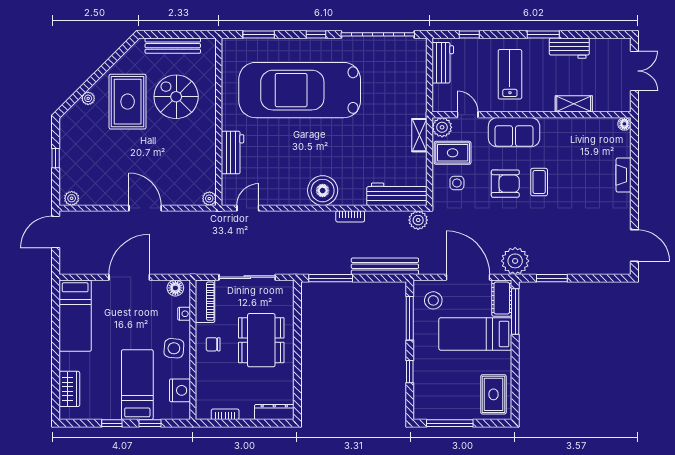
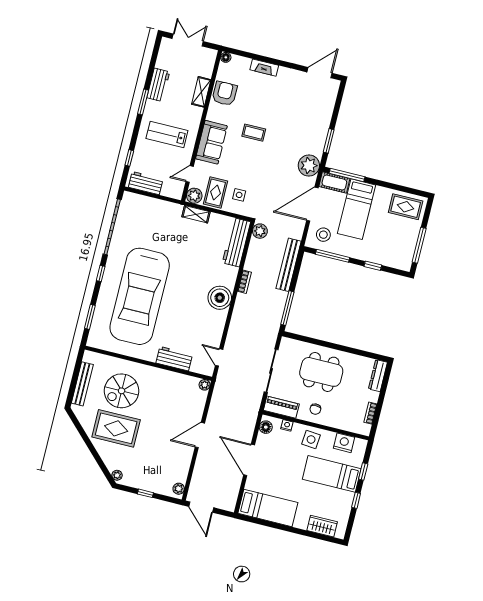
plant: (88, 98) -> (117, 475), moved
armchair: (505, 184) -> (225, 93), moved

